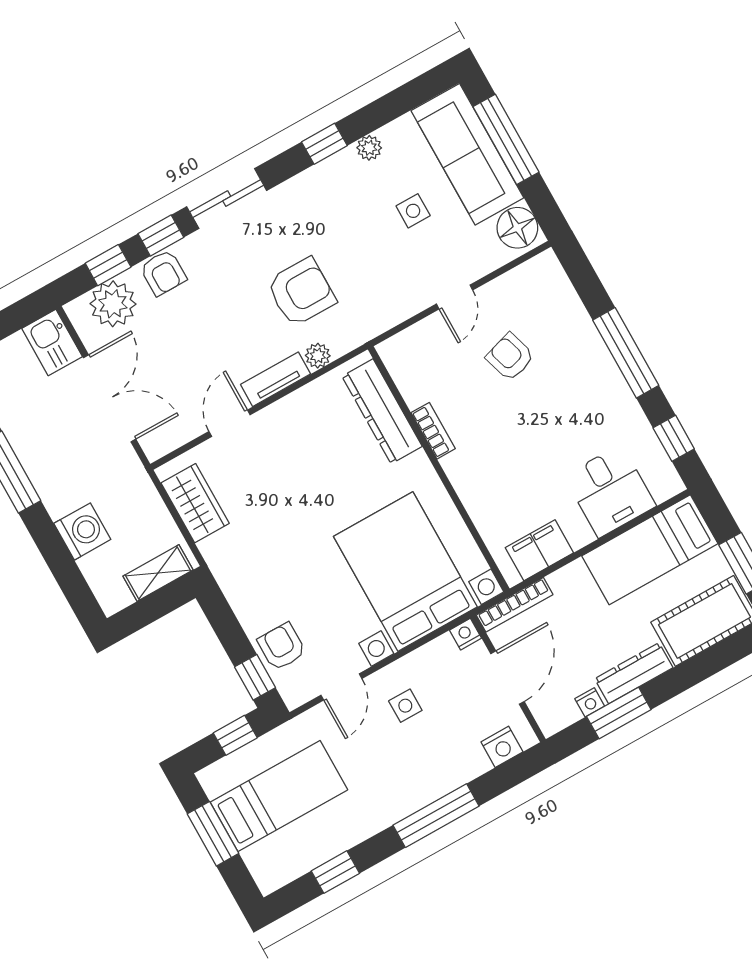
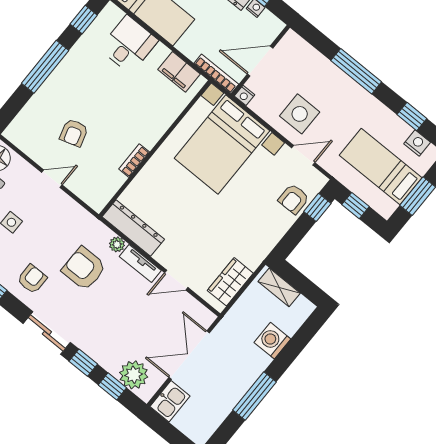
armchair: (163, 273) -> (32, 279), moved
dresser: (382, 411) -> (133, 228), moved, turned -90
side table: (405, 706) -> (300, 114), width x1.87, depth x1.87
nightstand: (502, 747) -> (417, 143), moved

